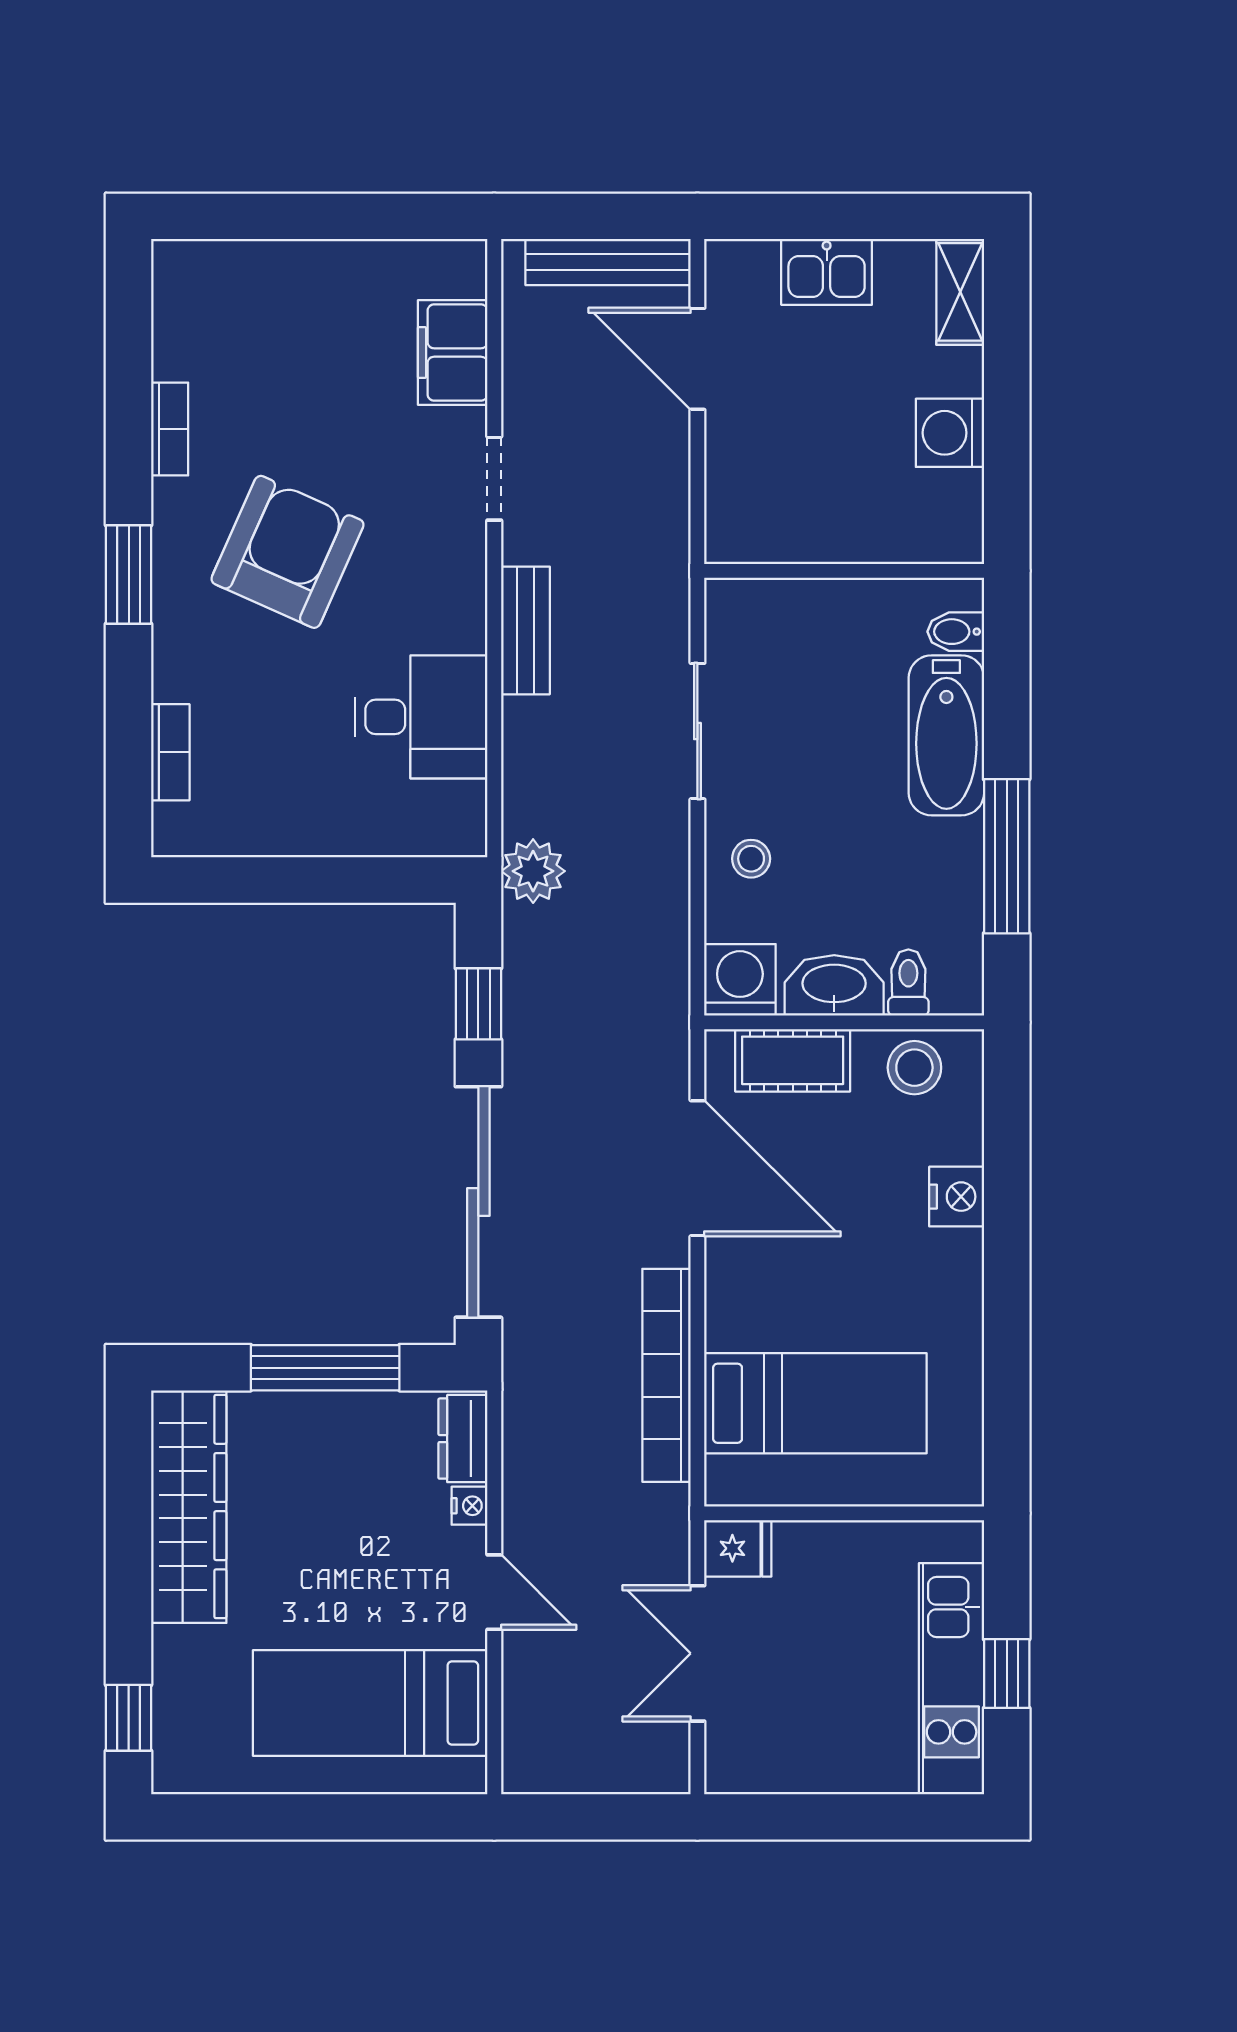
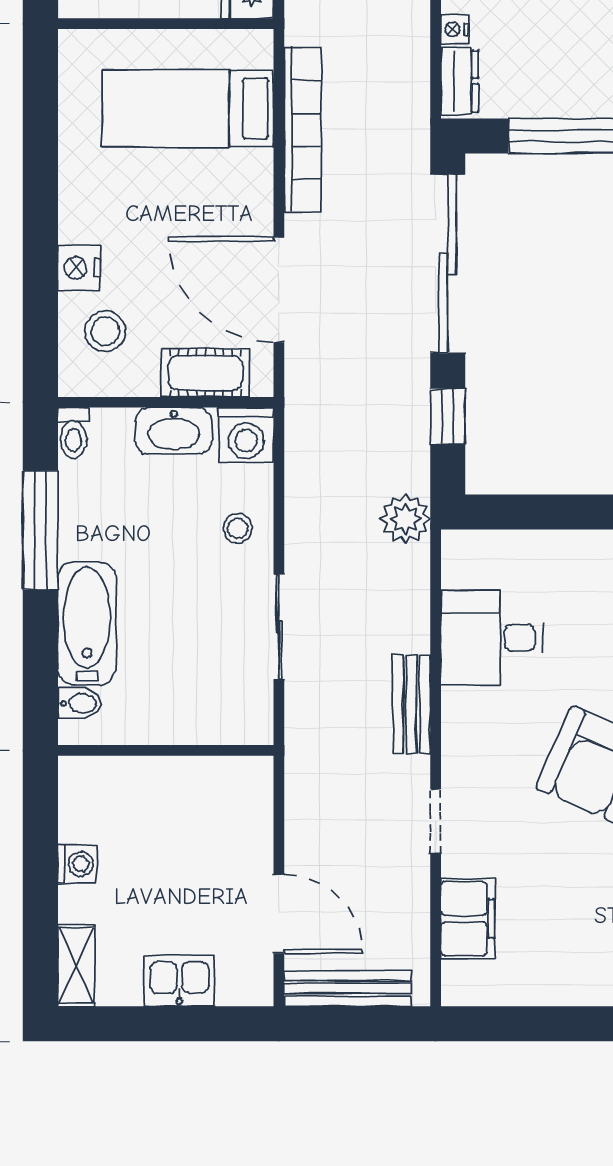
washing machine: (950, 433) -> (77, 864), width x0.73, depth x0.73
toilet: (908, 982) -> (73, 433), moved
stool: (914, 1068) -> (105, 331), moved

